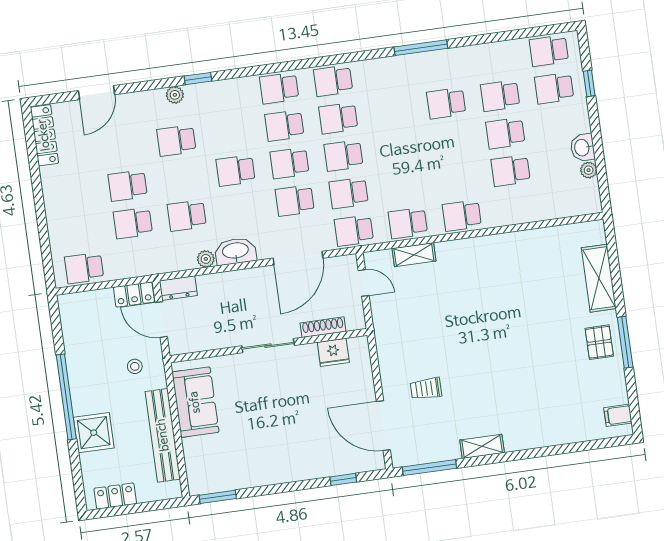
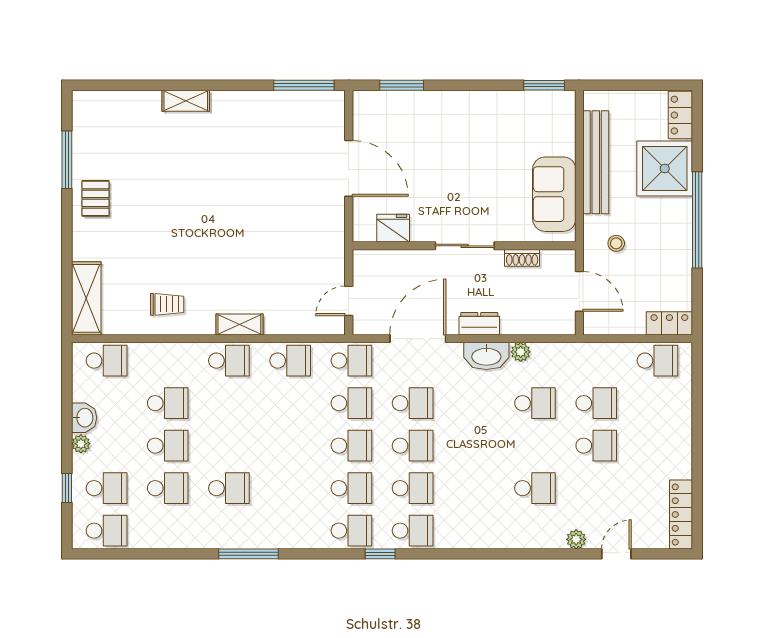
window: (198, 79) -> (380, 554), moved
door: (97, 93) -> (616, 554), width x0.73
plant: (175, 95) -> (576, 539), moved
plant: (589, 170) -> (81, 444), moved
school desk: (236, 171) -> (107, 361), moved
shelving: (414, 255) -> (239, 324), moved
shelving: (599, 278) -> (86, 298), moved
door: (364, 283) -> (349, 301), hinge flipped
dresser: (178, 288) -> (479, 324), moved
locker: (134, 295) -> (669, 323), moved
shoe rack: (323, 327) -> (522, 258), moved, width x0.70
window: (625, 342) -> (67, 160), moved
trolley: (426, 389) -> (167, 304), moved
filing cabinet: (618, 415) -> (86, 114), removed
door: (383, 426) -> (349, 168), moved
shower: (94, 433) -> (665, 168), width x1.37, depth x1.37
shelving: (482, 446) -> (186, 101), moved
window: (343, 479) -> (402, 85), width x1.50
locker: (115, 496) -> (680, 115), moved, turned 90

